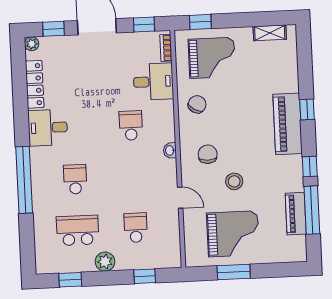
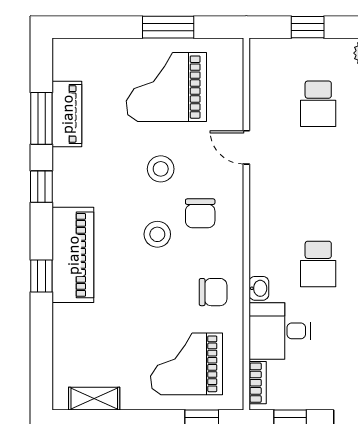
chair: (197, 104) -> (213, 292), turned -120
stool: (234, 140) -> (157, 234), added
washbasin: (170, 150) -> (259, 288), moved
window: (312, 210) -> (41, 118), width x0.69

